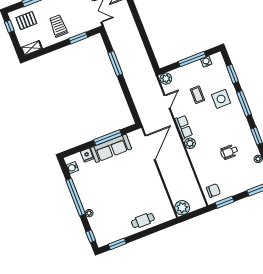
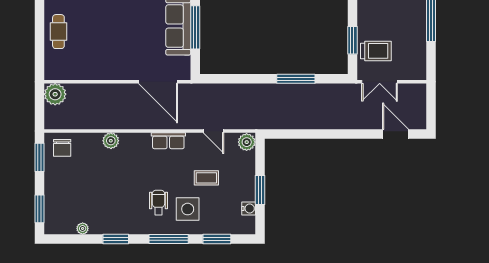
trolley: (58, 26) -> (376, 51), moved
window: (192, 59) -> (260, 190), width x0.69
plant: (190, 143) -> (111, 141), moved
wheelchair: (229, 152) -> (158, 202), moved

